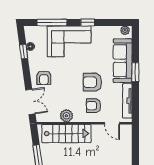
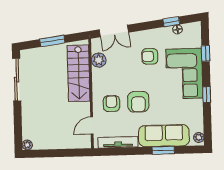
window: (52, 22) -> (206, 53), width x0.46
window: (135, 72) -> (163, 150), moved
armchair: (44, 78) -> (150, 56), moved
armchair: (92, 82) -> (138, 102), turned 180
plant: (66, 116) -> (99, 60), moved

